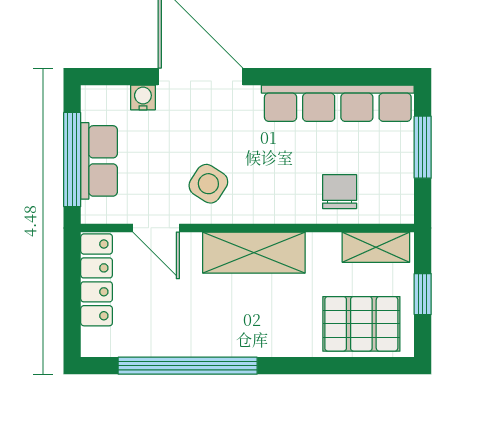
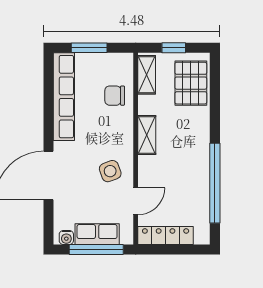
water cooler: (143, 97) -> (66, 238), moved, turned -90
side table: (208, 184) -> (110, 171), turned 37
shelving: (254, 253) -> (147, 135), width x0.67, depth x0.75

